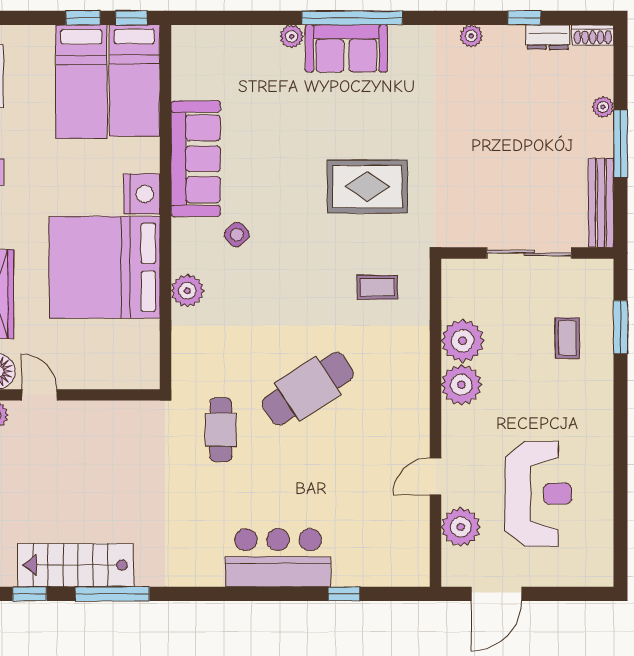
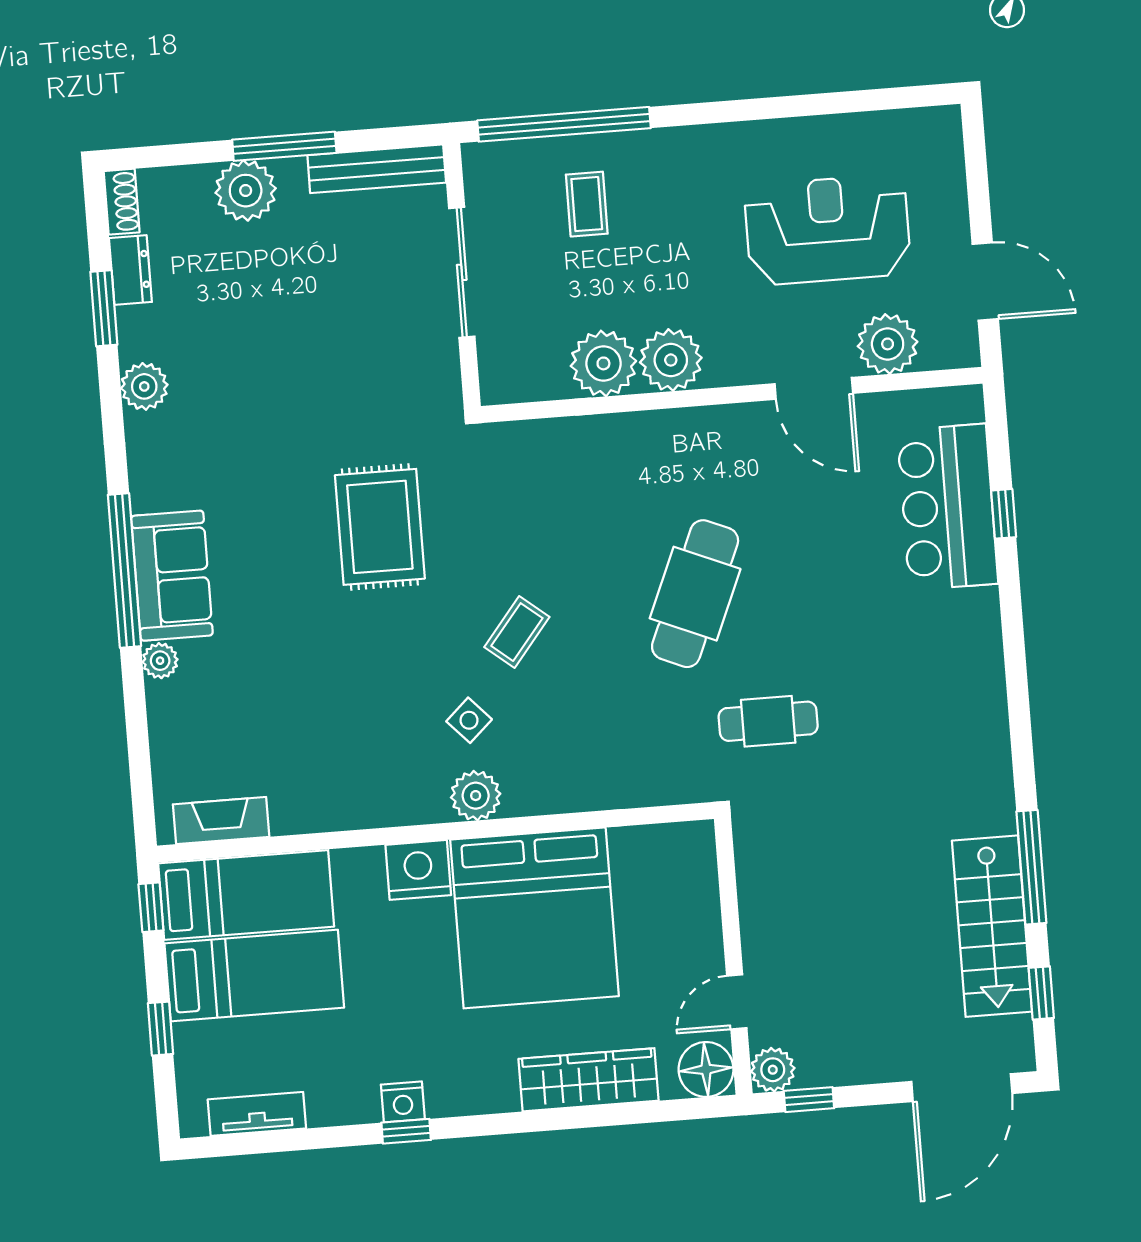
window: (83, 18) -> (161, 1029), moved
window: (524, 18) -> (104, 308), width x1.50
plant: (471, 36) -> (144, 386), width x1.38, depth x1.38
fireplace: (184, 68) -> (221, 821), added
plant: (603, 107) -> (246, 191), width x1.88, depth x1.88
sofa: (196, 159) -> (358, 792), removed
coffee table: (377, 287) -> (517, 632), moved, turned 39
plant: (187, 291) -> (476, 796), moved
window: (621, 327) -> (564, 124), width x2.11
coffee table: (567, 338) -> (587, 204), turned 90
cafe table: (308, 389) -> (695, 594), turned 56
door: (435, 477) -> (814, 388), width x1.38
bar counter: (278, 558) -> (948, 507), moved

